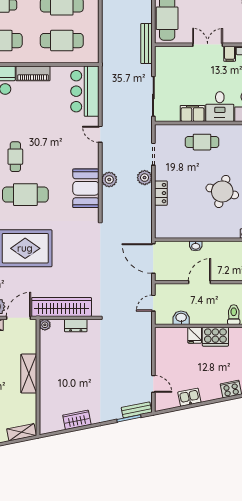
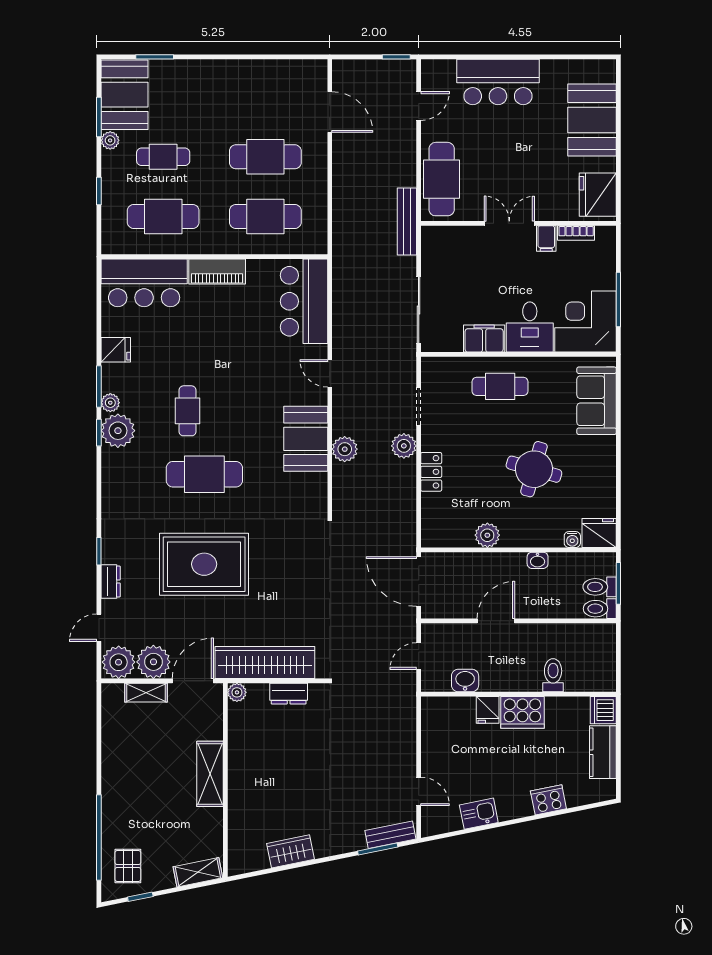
booth: (86, 188) -> (306, 439), moved
plant: (194, 231) -> (487, 535), added
washbasin: (196, 246) -> (538, 560), moved

